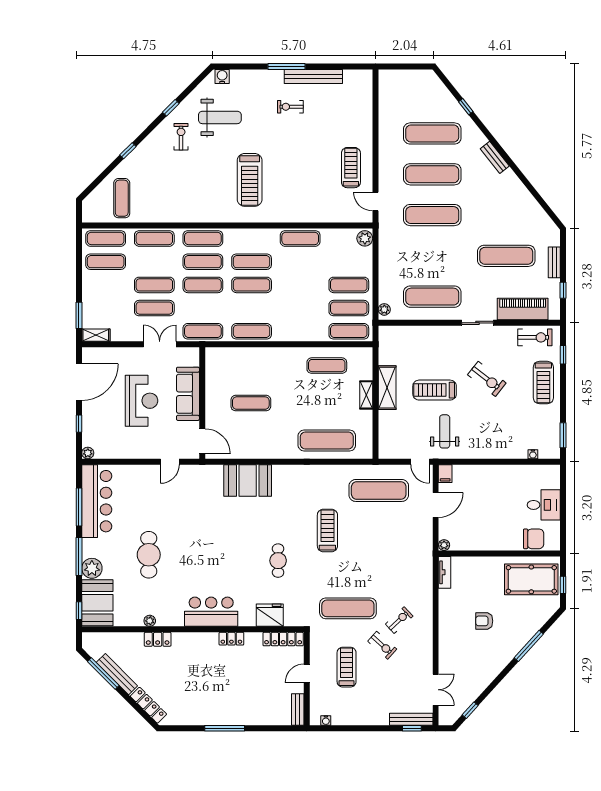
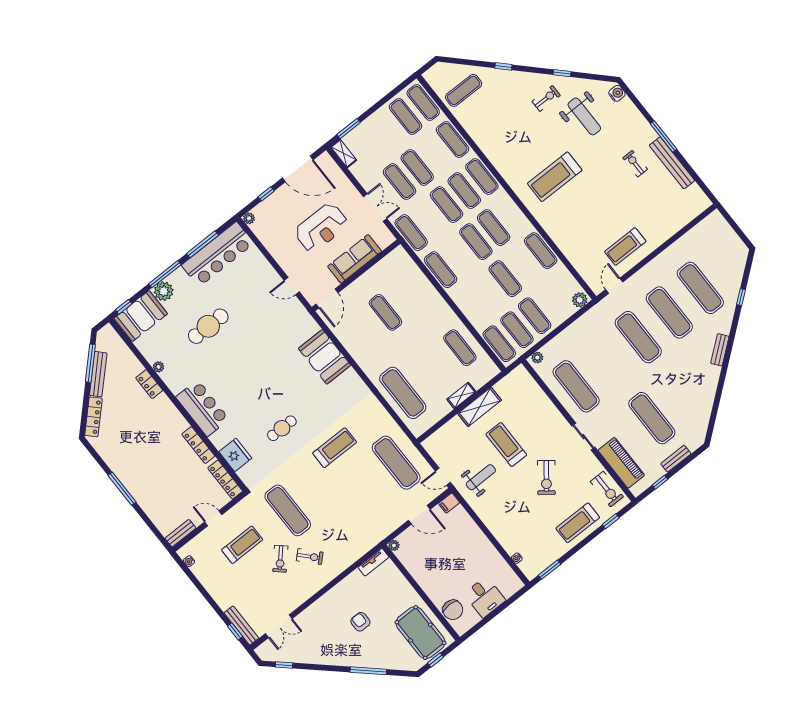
treadmill: (351, 168) -> (625, 247), turned 180
exercise mat: (300, 285) -> (505, 279), added
door: (420, 462) -> (443, 477), hinge flipped
locker: (231, 639) -> (198, 445), width x1.53

